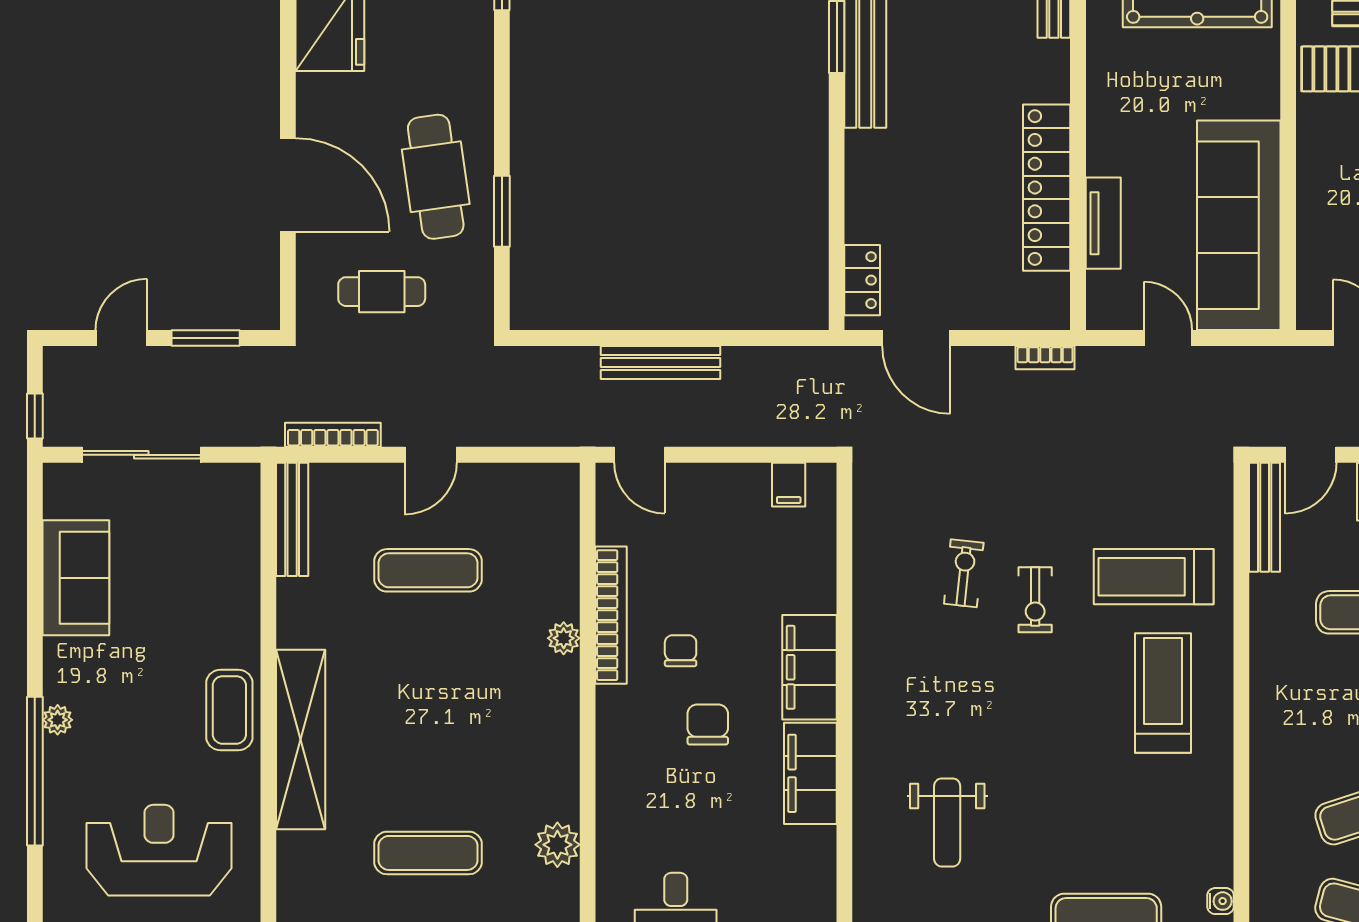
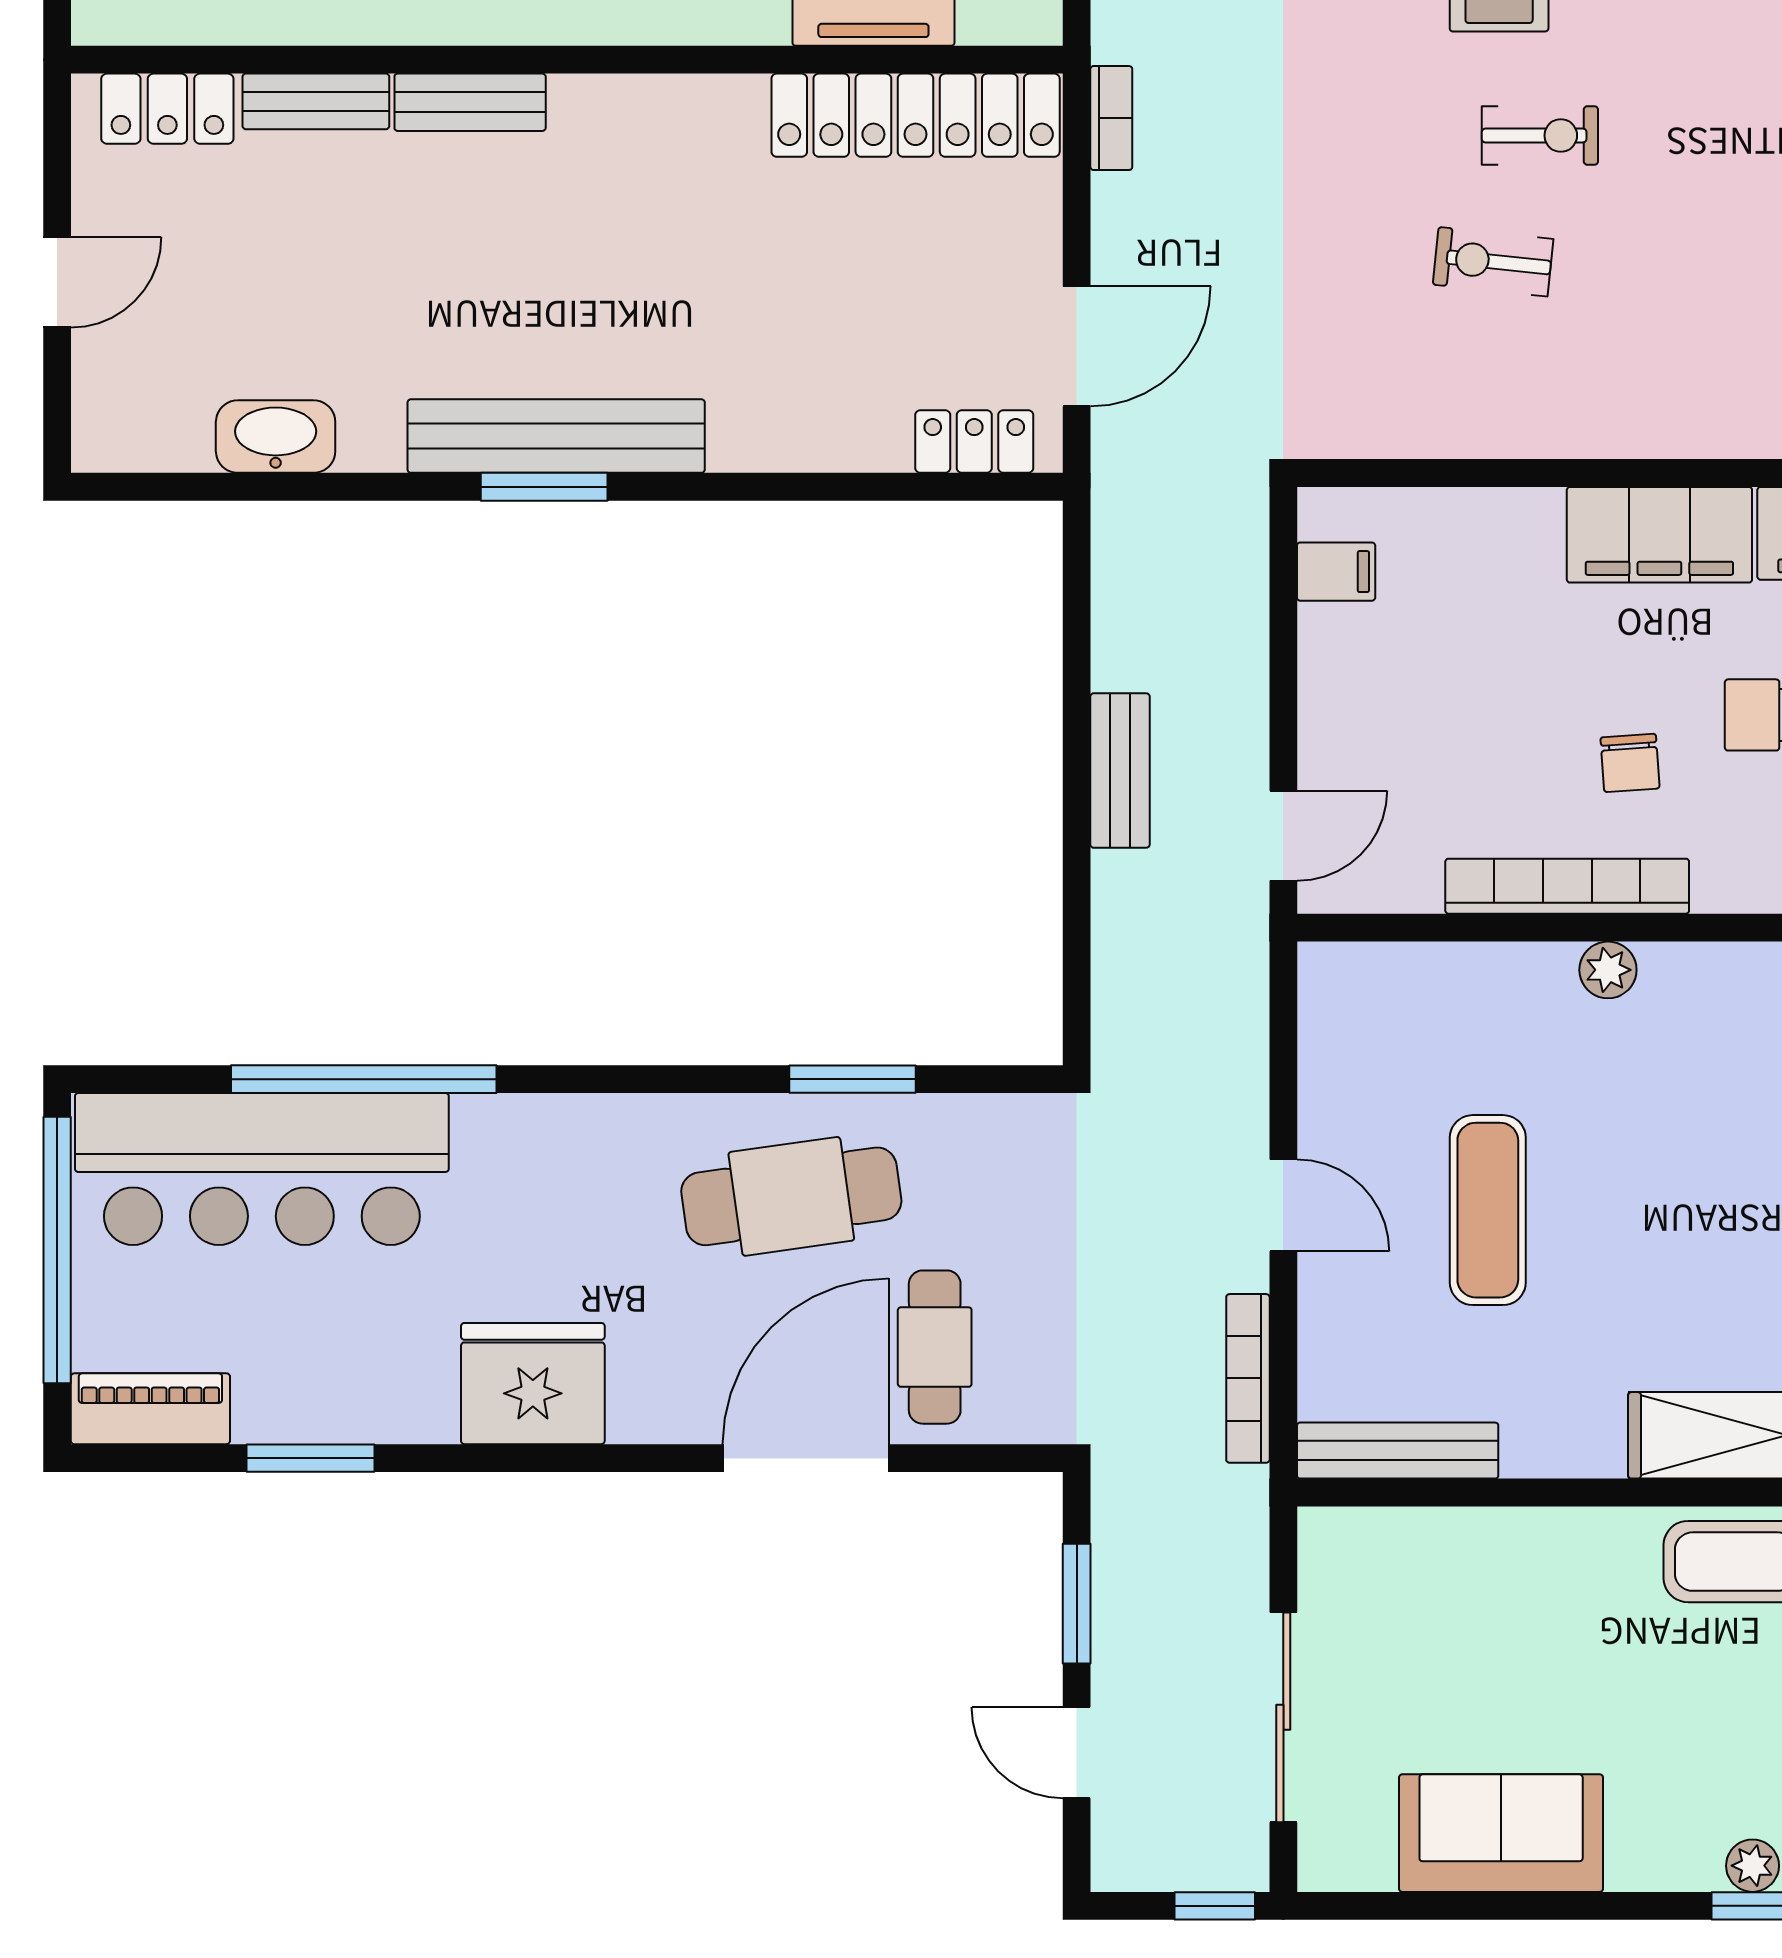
locker: (1047, 188) -> (916, 115), moved
cafe table: (382, 292) -> (935, 1347), moved
bench: (660, 362) -> (1120, 771), width x0.73
chair: (681, 651) -> (1630, 763), turned -94

